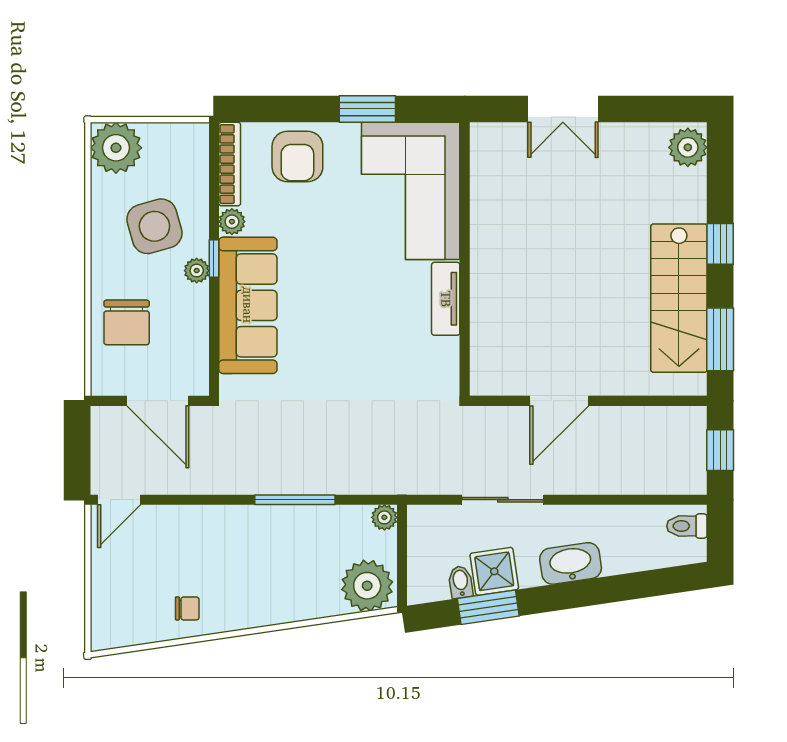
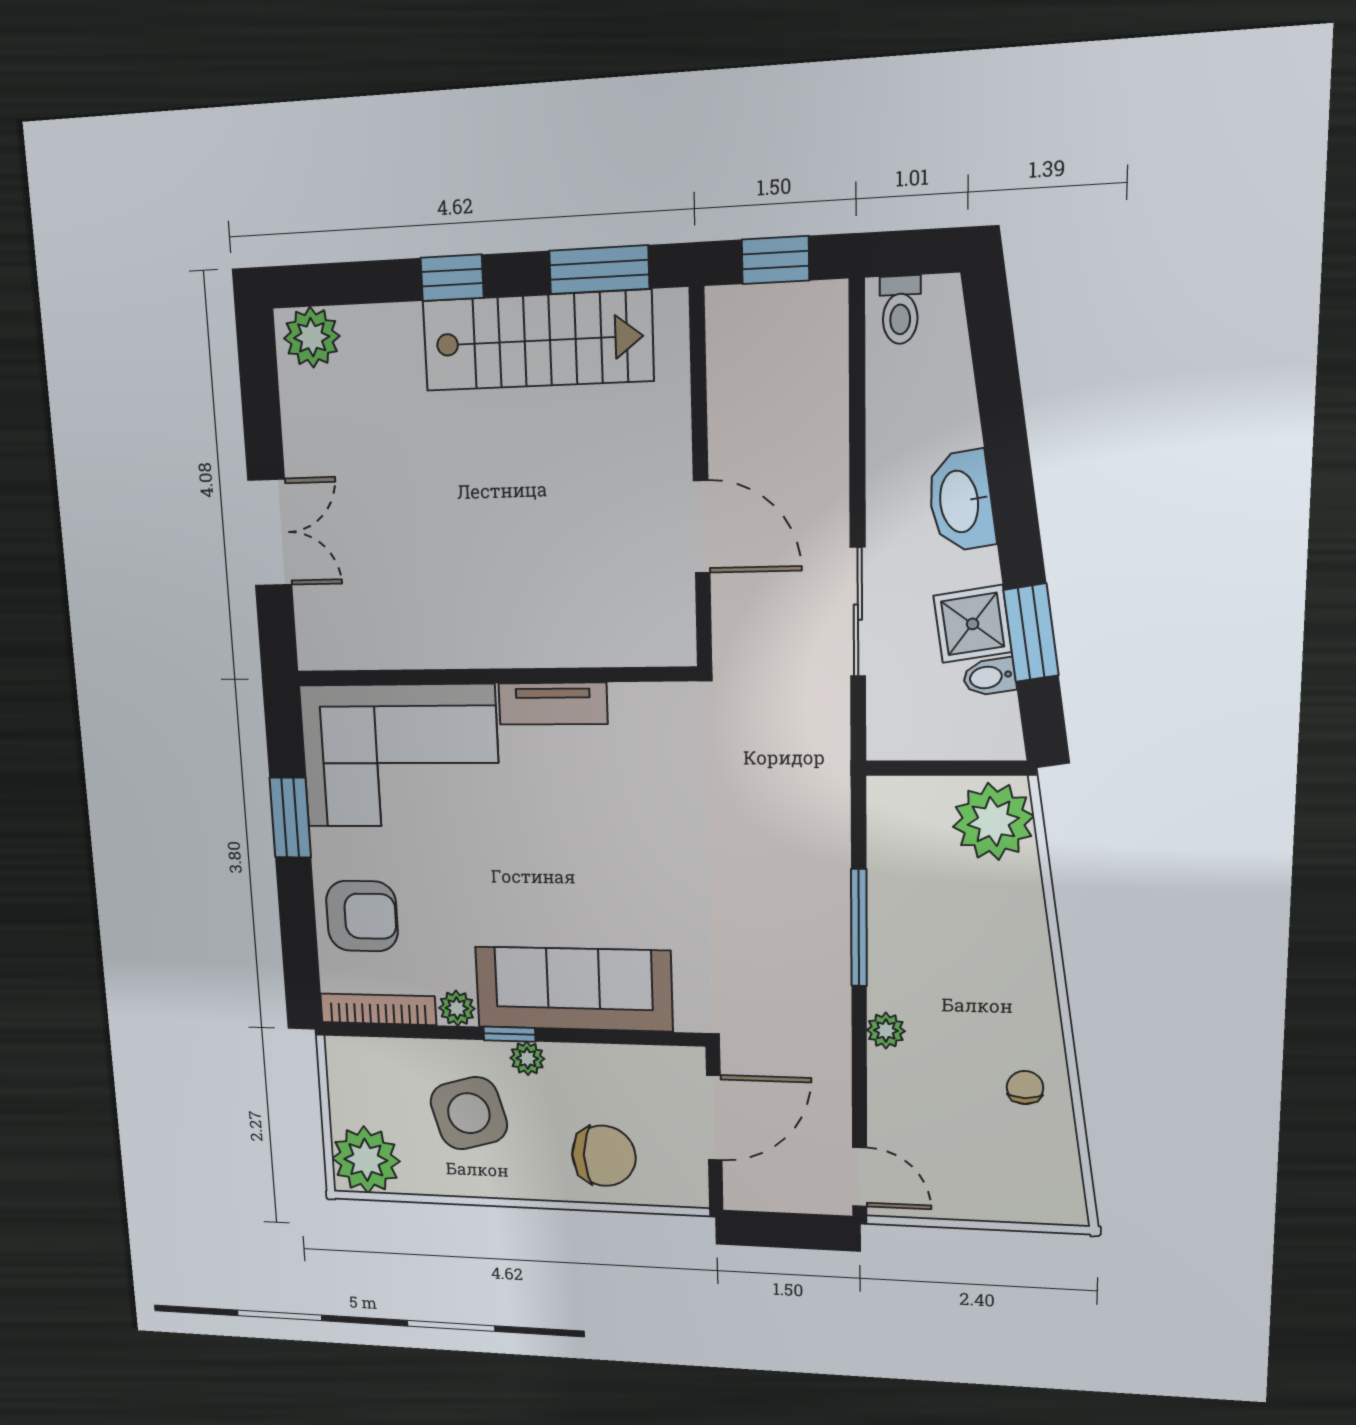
plant: (384, 517) -> (886, 1030), moved

